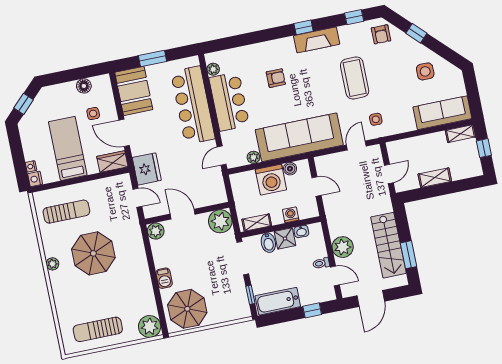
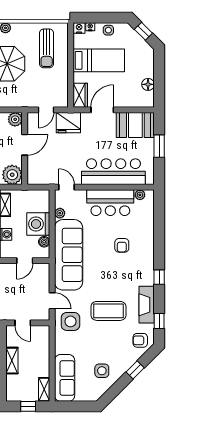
fireplace: (317, 40) -> (147, 305), moved
side table: (93, 113) -> (108, 30), moved
side table: (376, 119) -> (70, 321), width x1.87, depth x1.87

